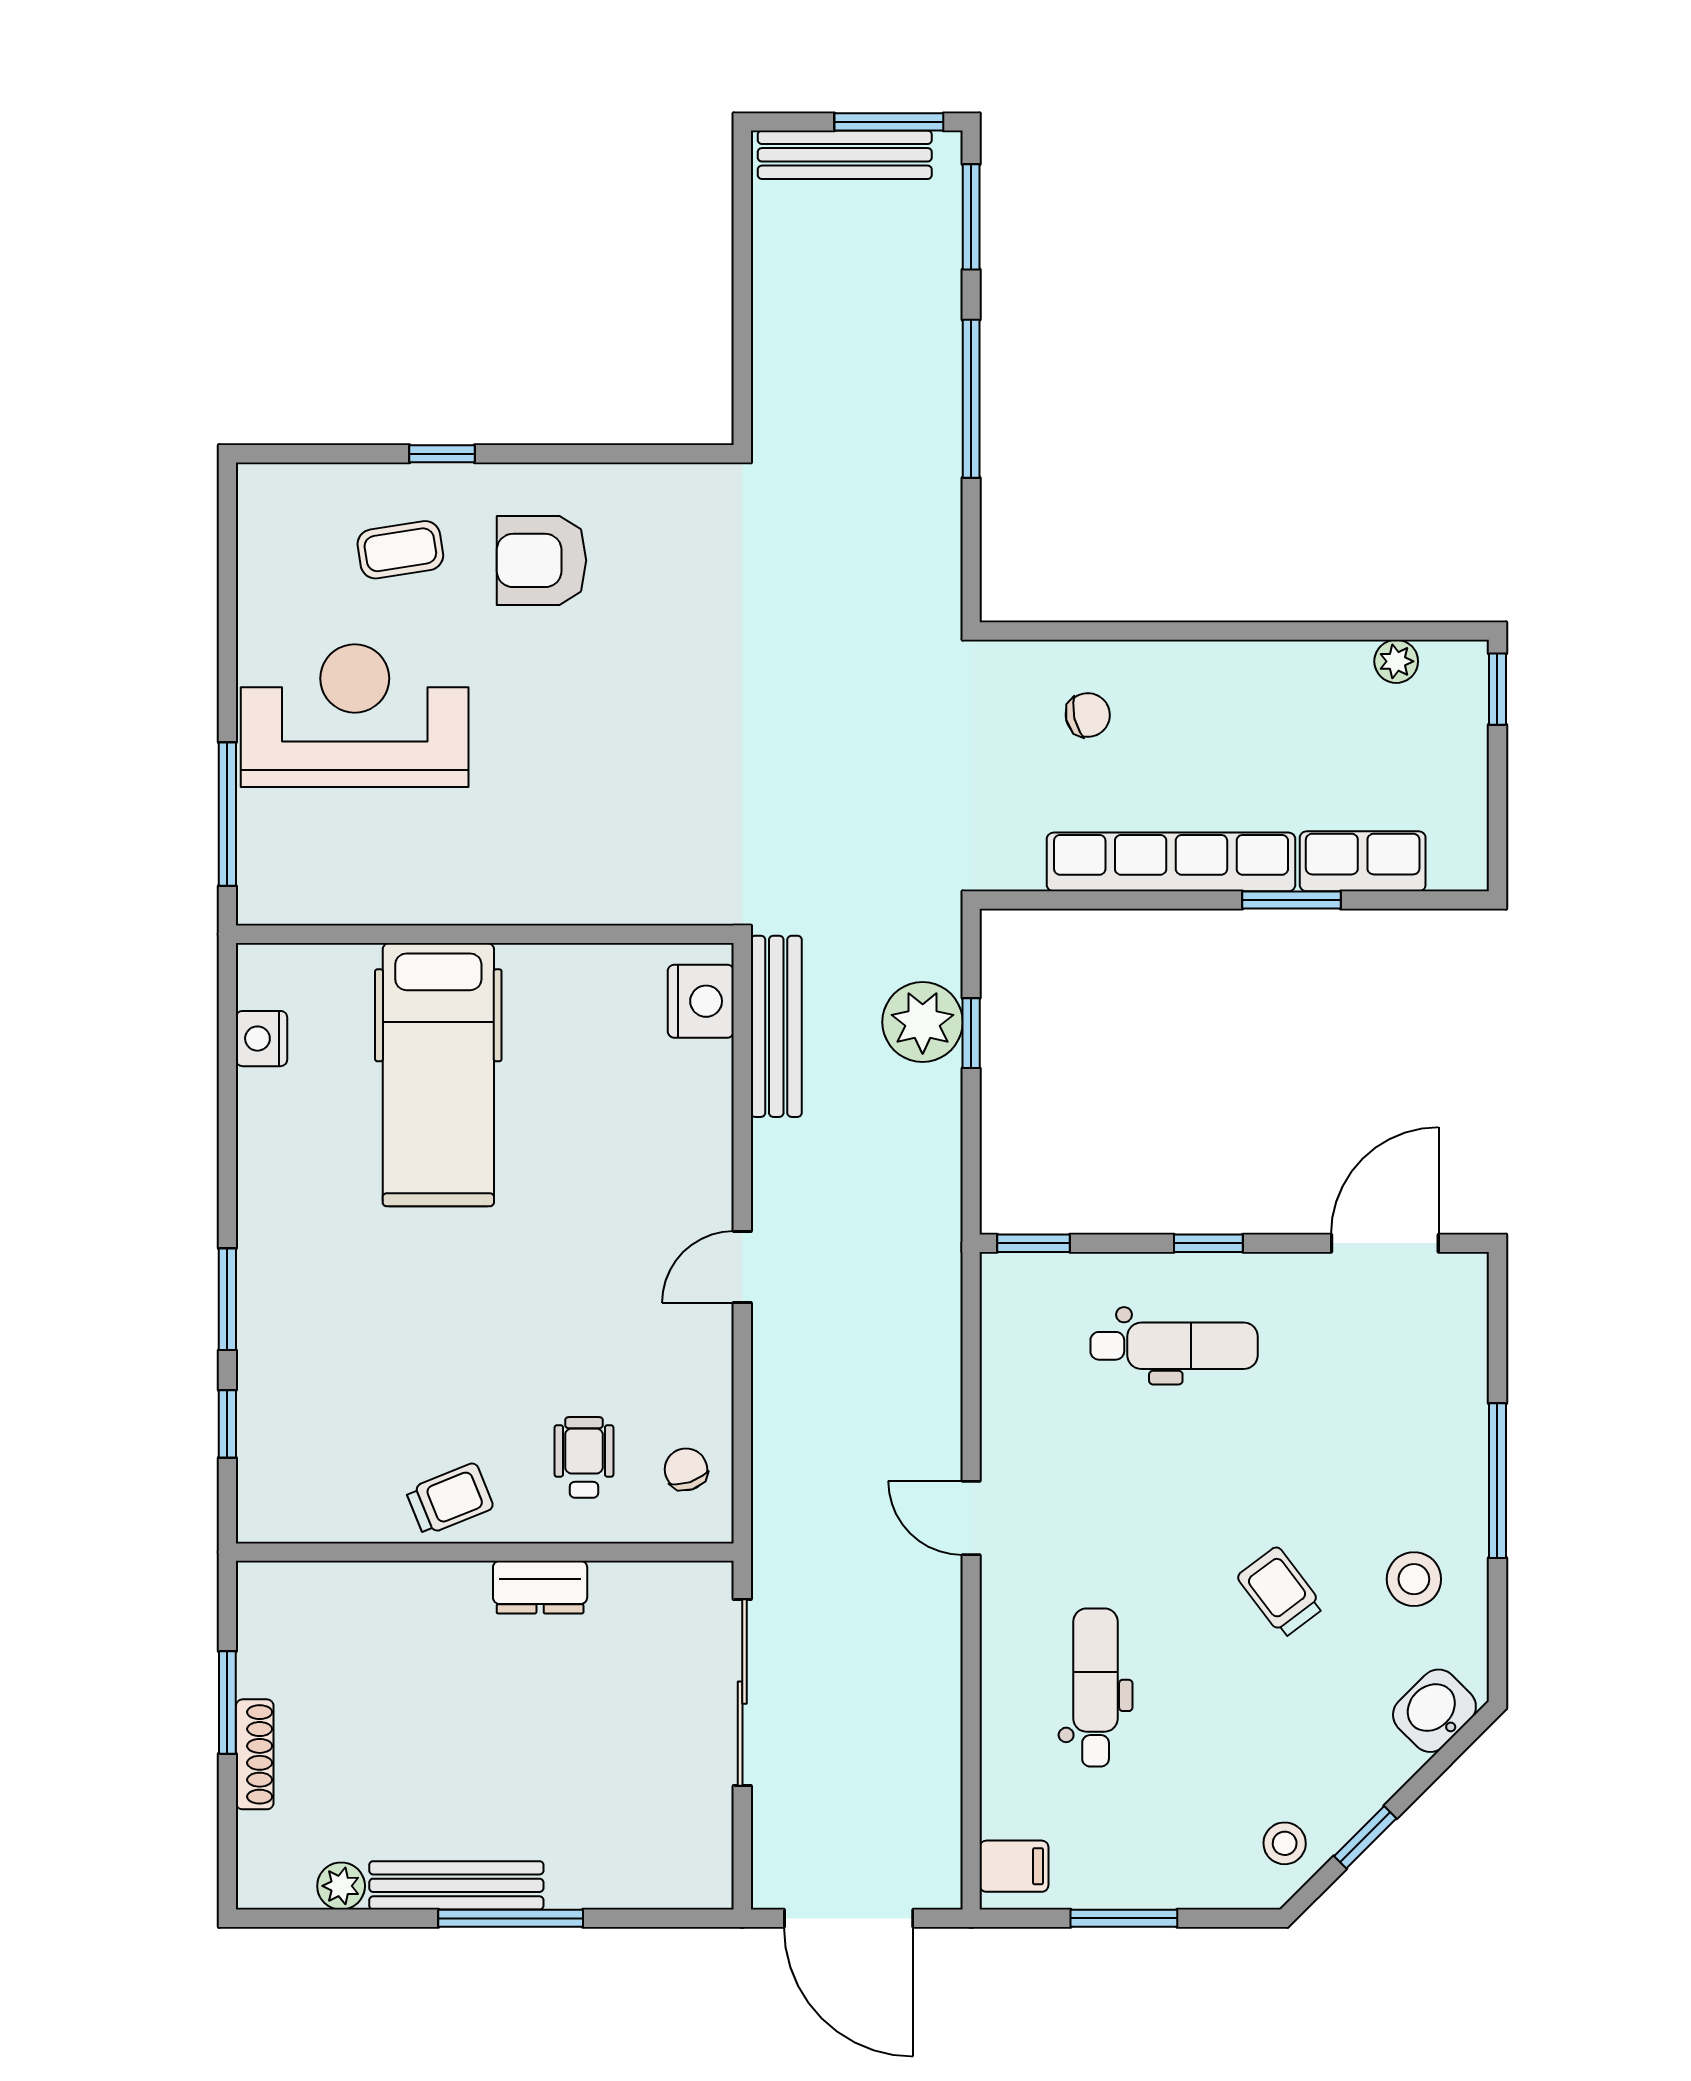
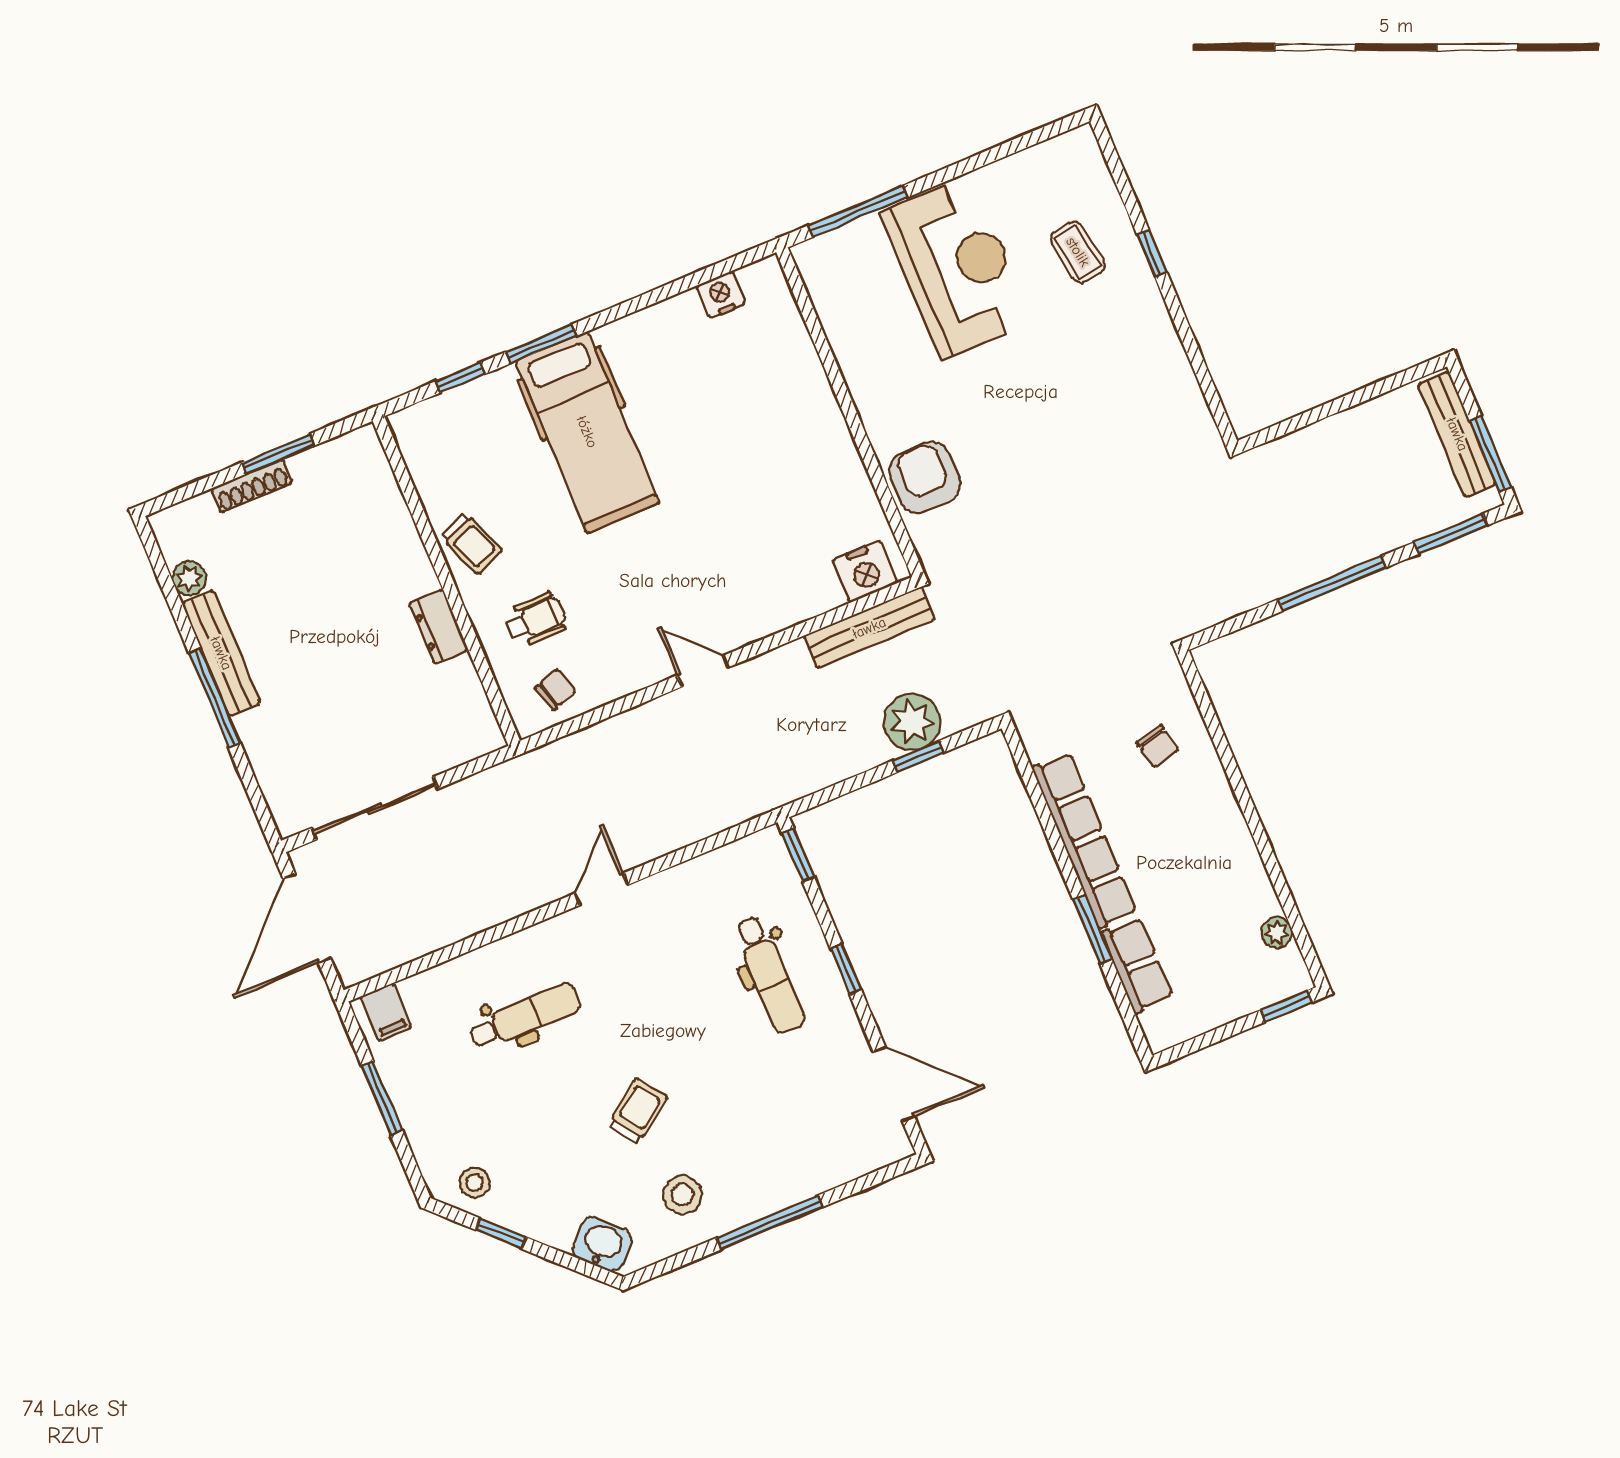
armchair: (542, 560) -> (925, 478), moved
hospital bed: (438, 1075) -> (587, 432), moved, turned -90
sliding door: (742, 1693) -> (375, 808), moved

